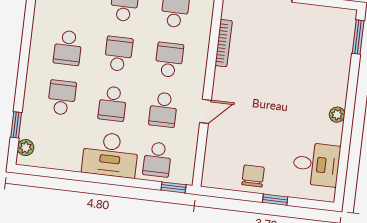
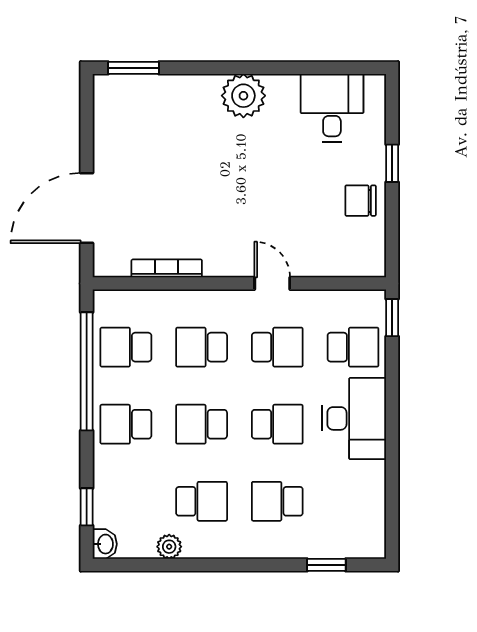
plant: (337, 115) -> (243, 96), width x1.88, depth x1.88
plant: (26, 148) -> (169, 547), moved

